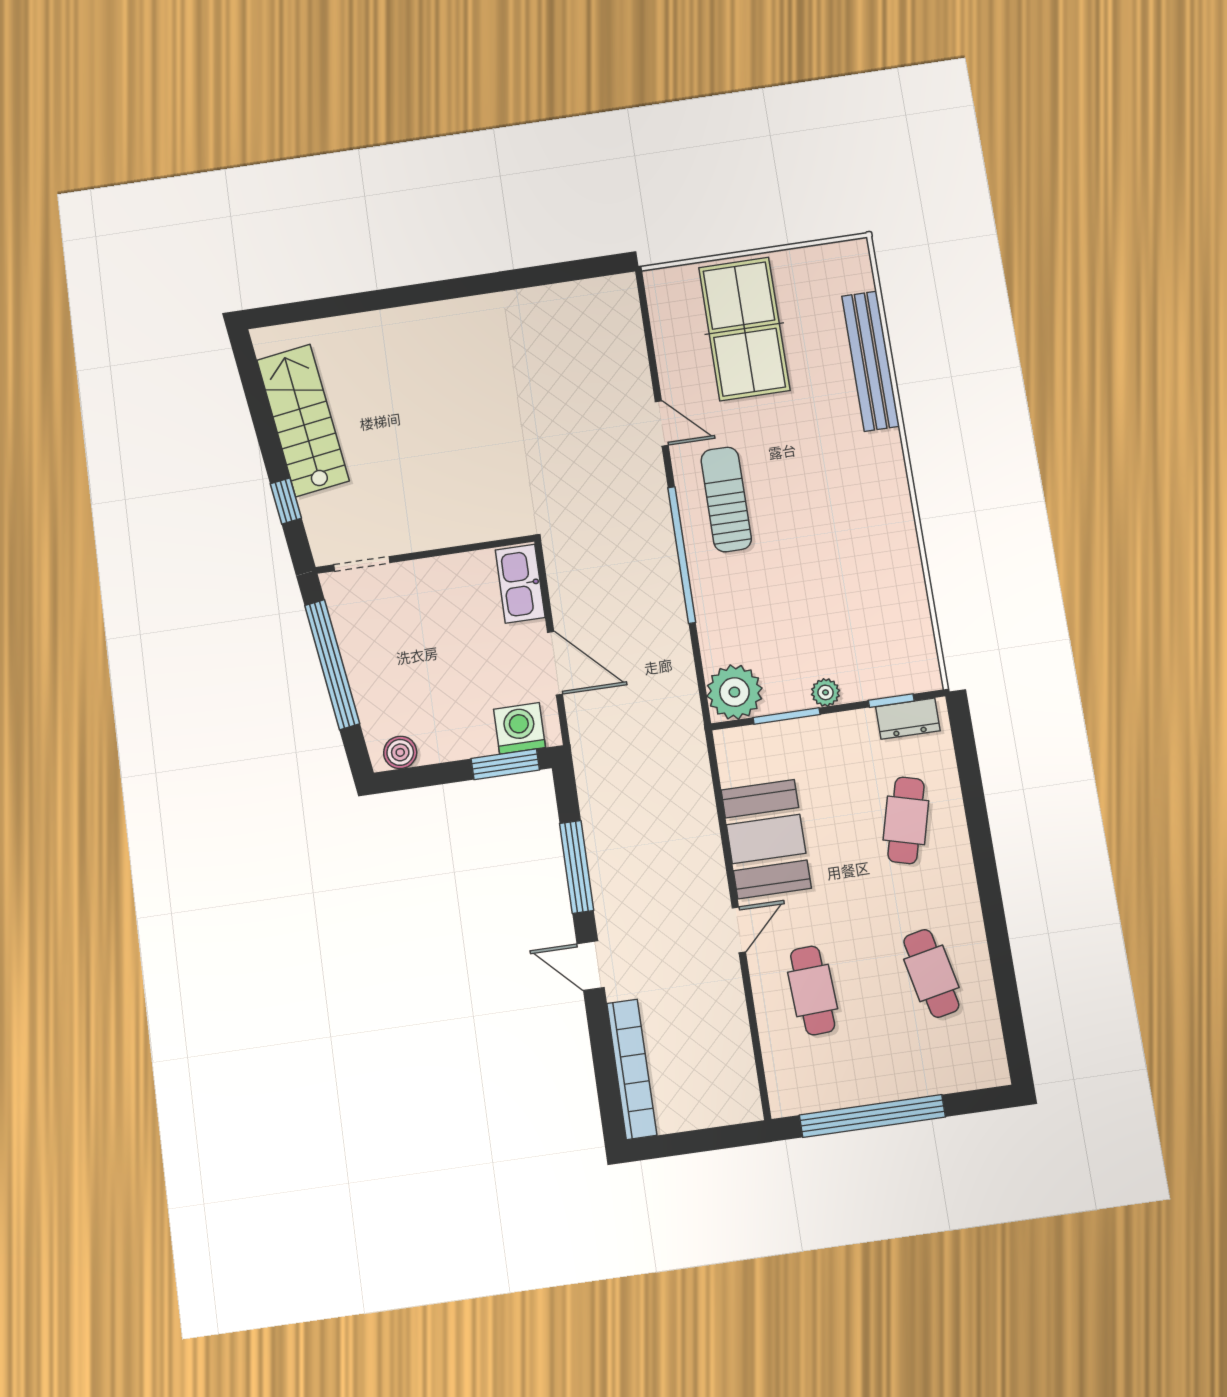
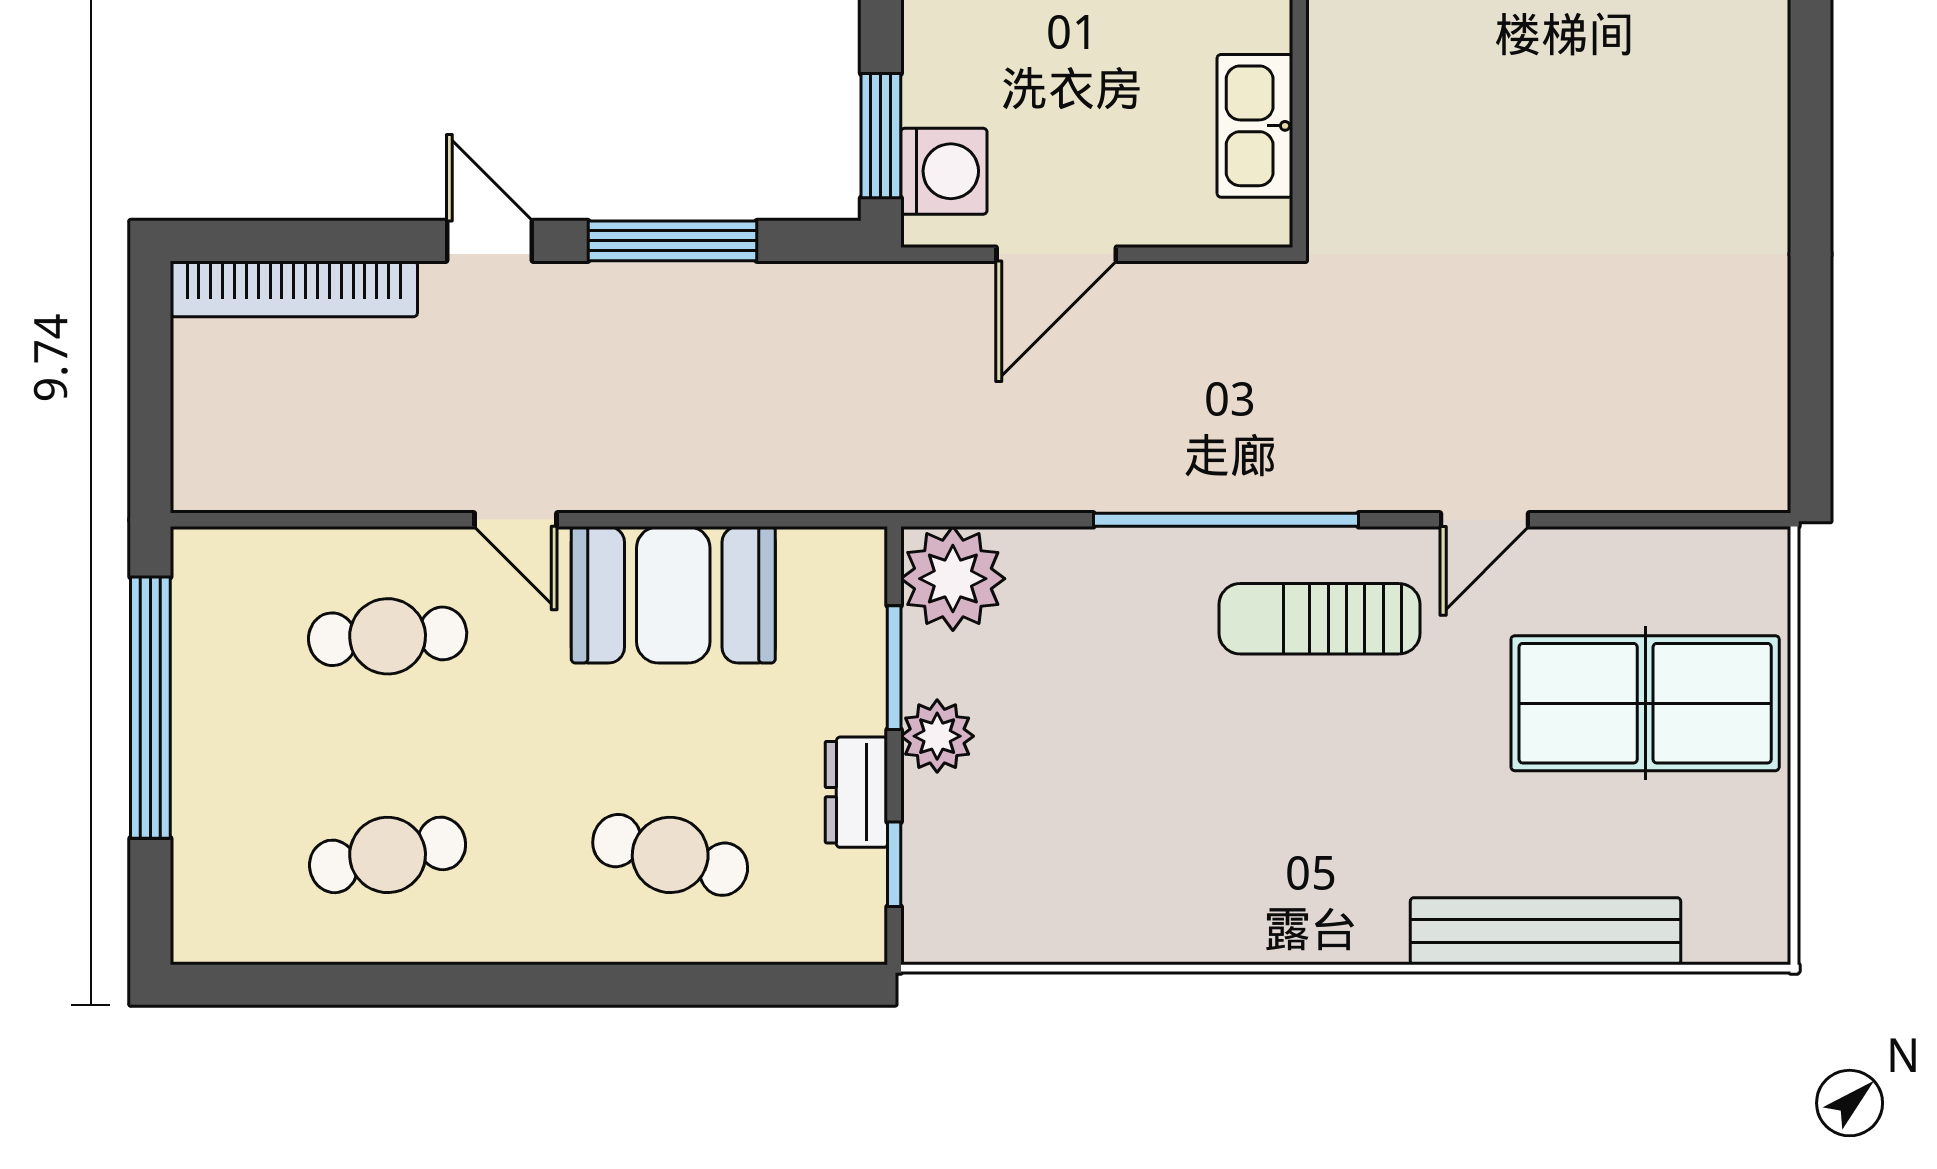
sun lounger: (726, 499) -> (1319, 619), turned 180
kitchen sink: (520, 584) -> (1255, 126), moved, turned -90
plant: (826, 692) -> (937, 736), width x1.38, depth x1.38
dresser: (908, 719) -> (856, 792), moved
door: (591, 966) -> (489, 241), hinge flipped

